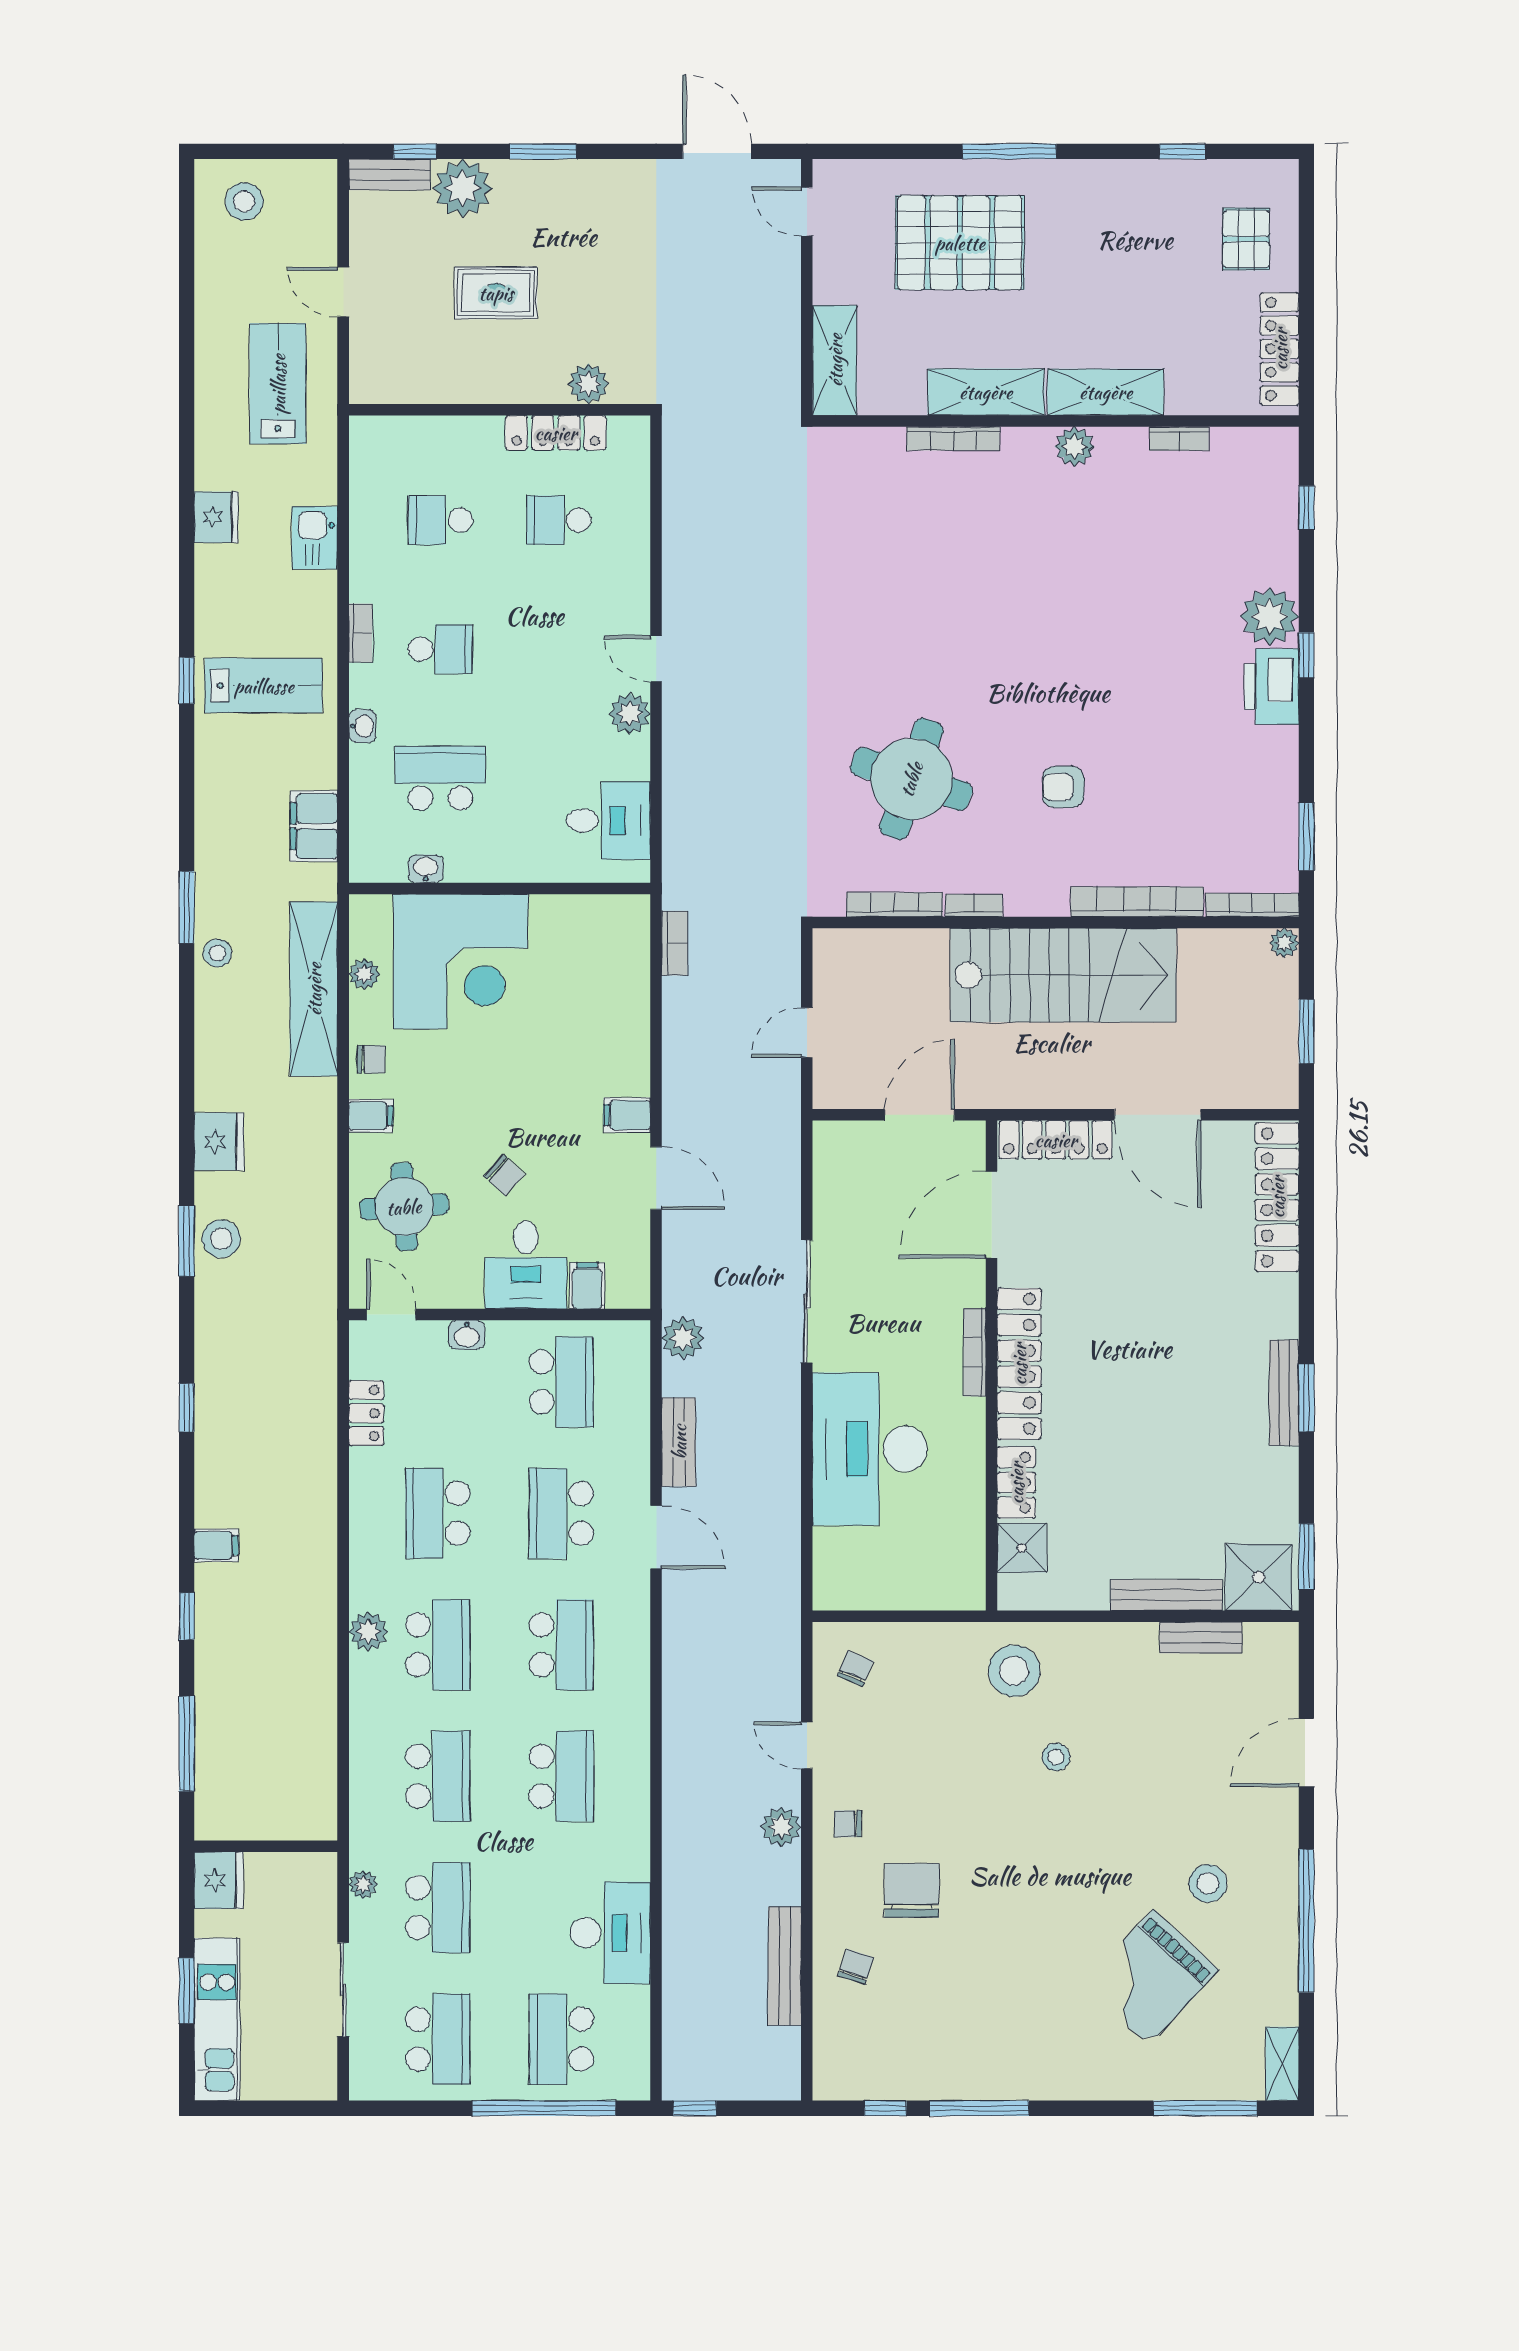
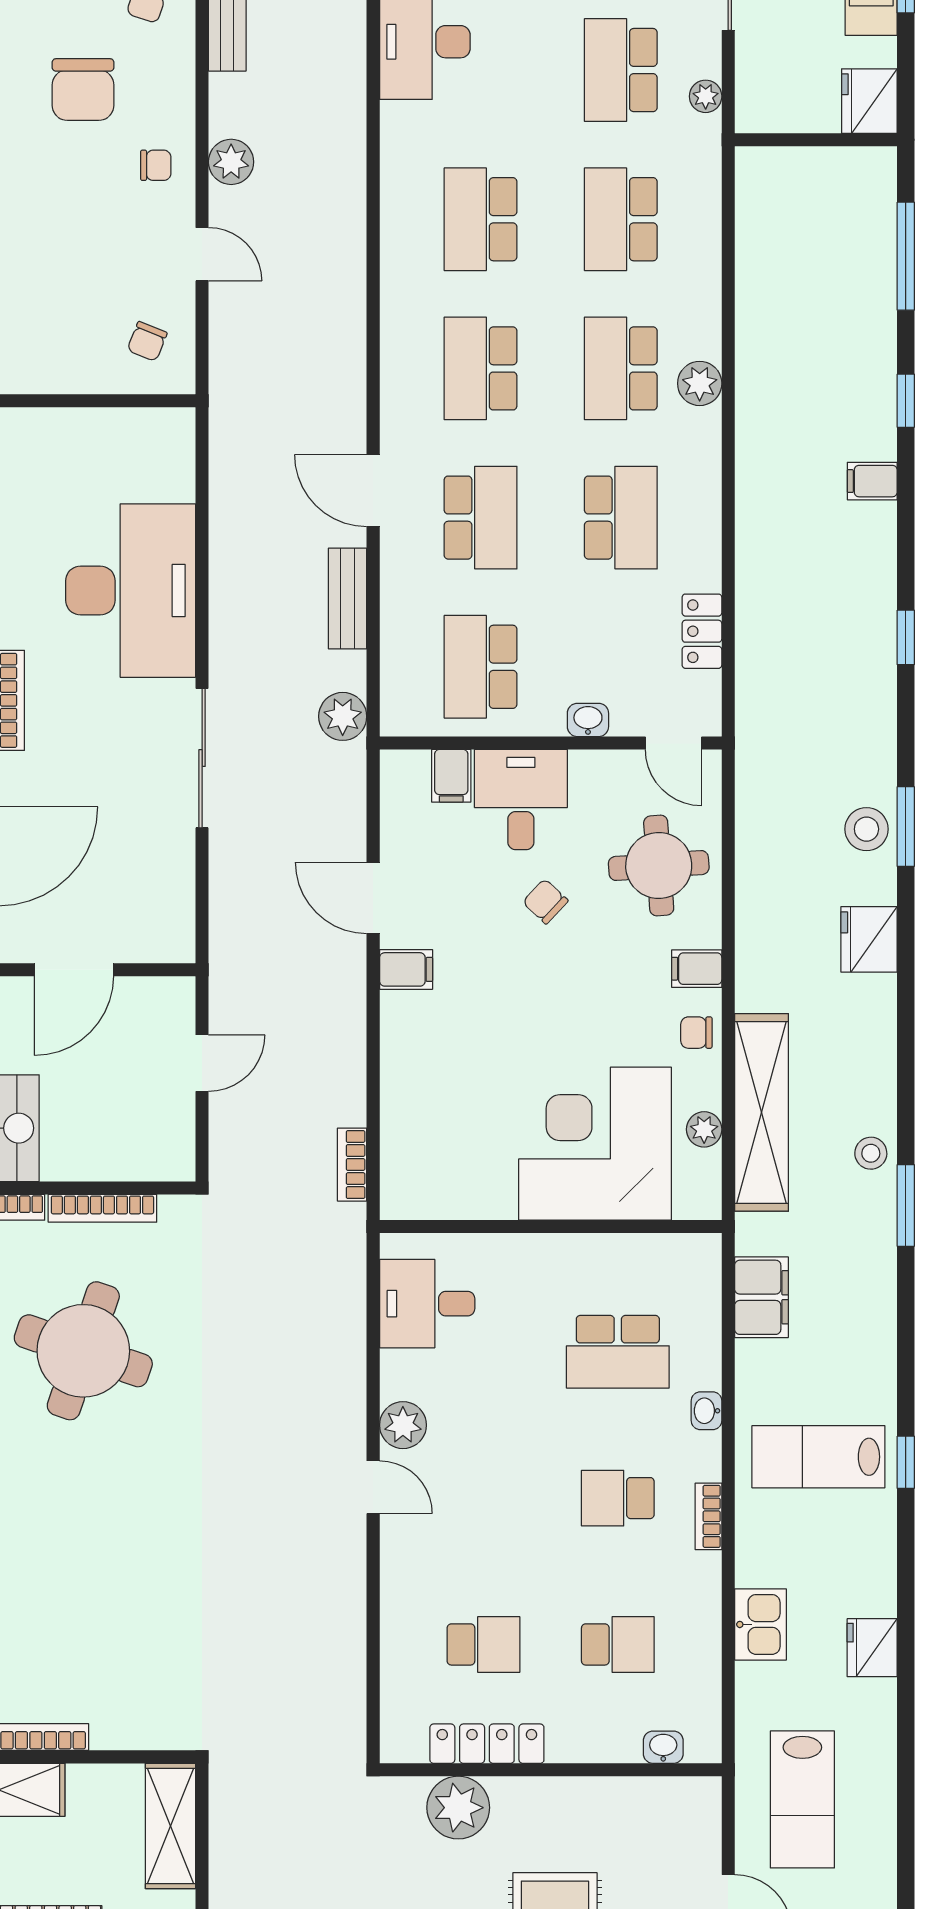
plant: (588, 384) -> (458, 1808), width x1.36, depth x1.36
washbasin: (426, 869) -> (663, 1747), moved, turned 180

